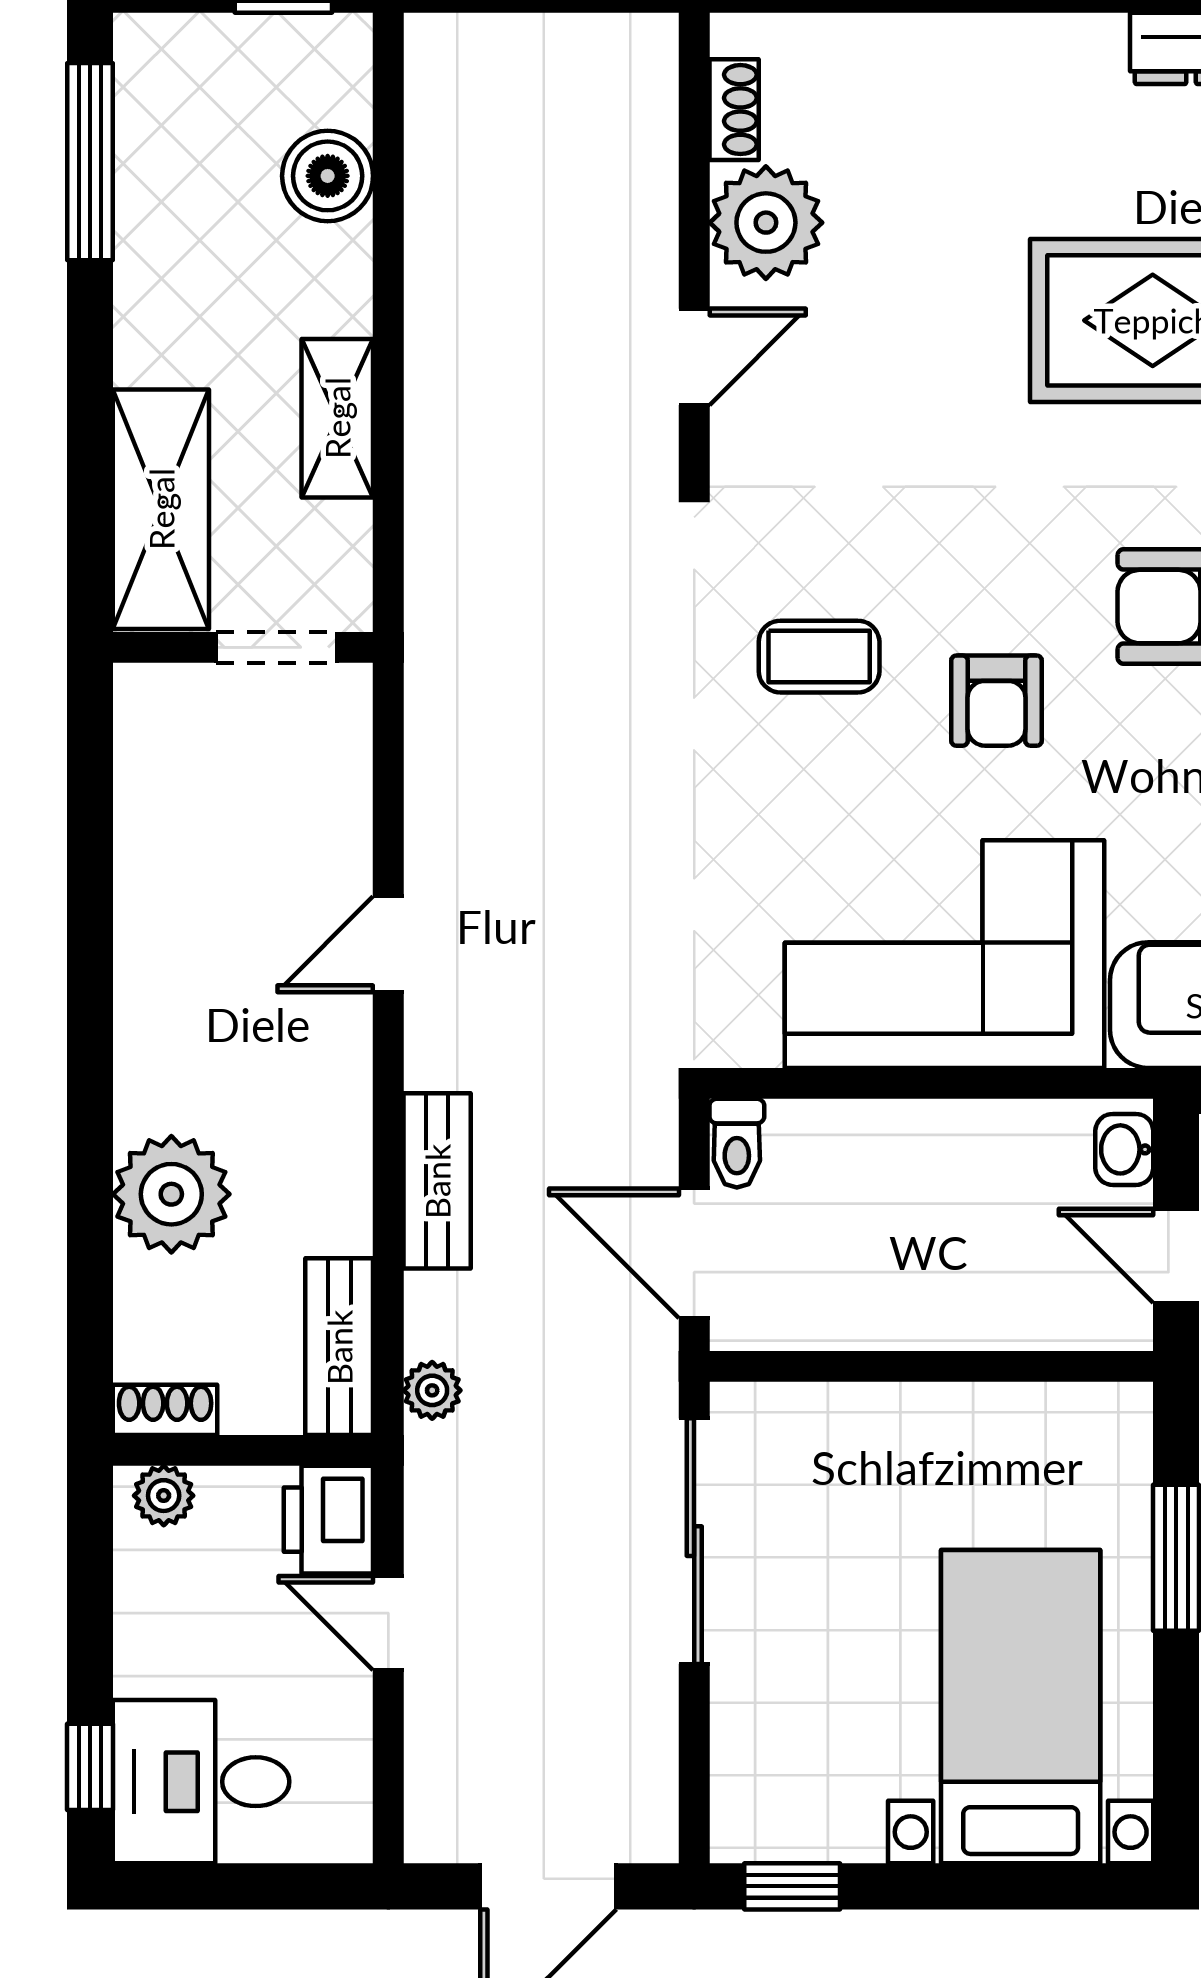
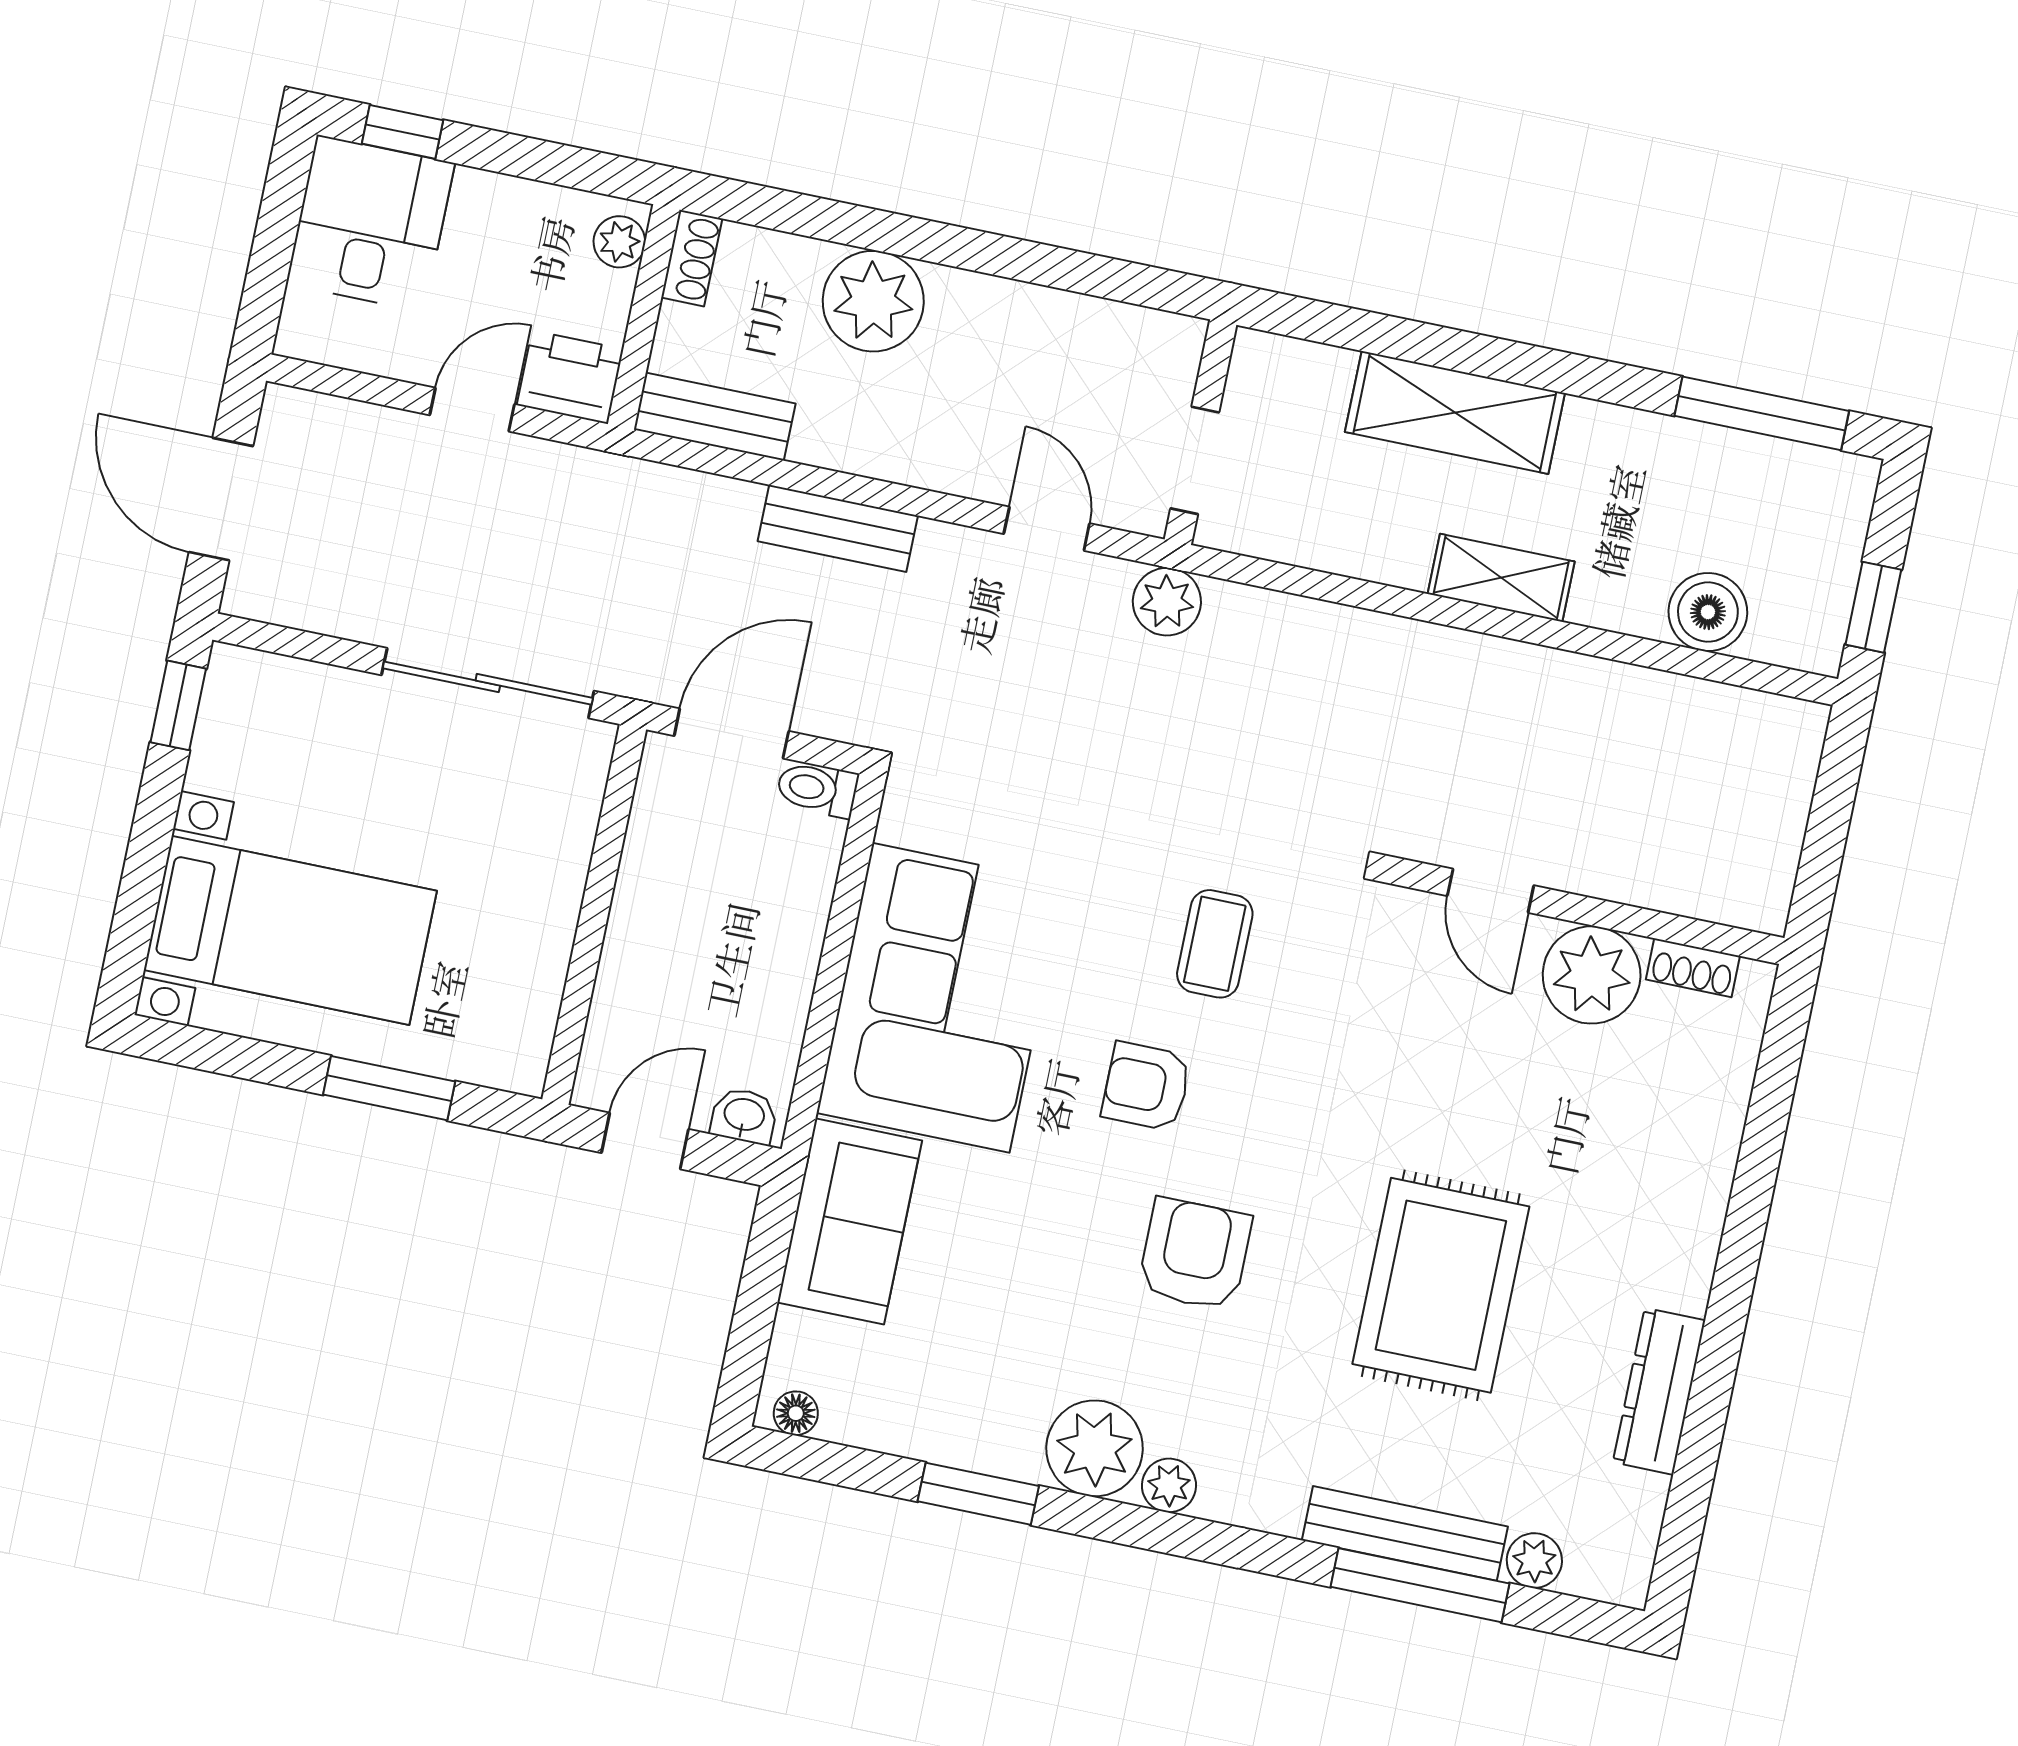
wall: (243, 647) -> (1201, 432), moved
doorway: (276, 647) -> (1195, 460), moved
plant: (432, 1390) -> (1167, 602), moved, width x1.38, depth x1.38

